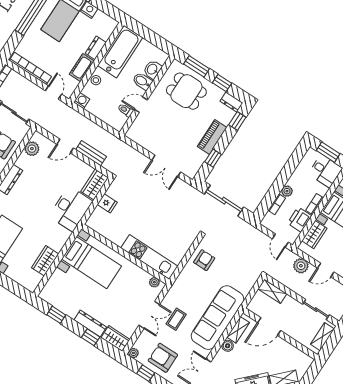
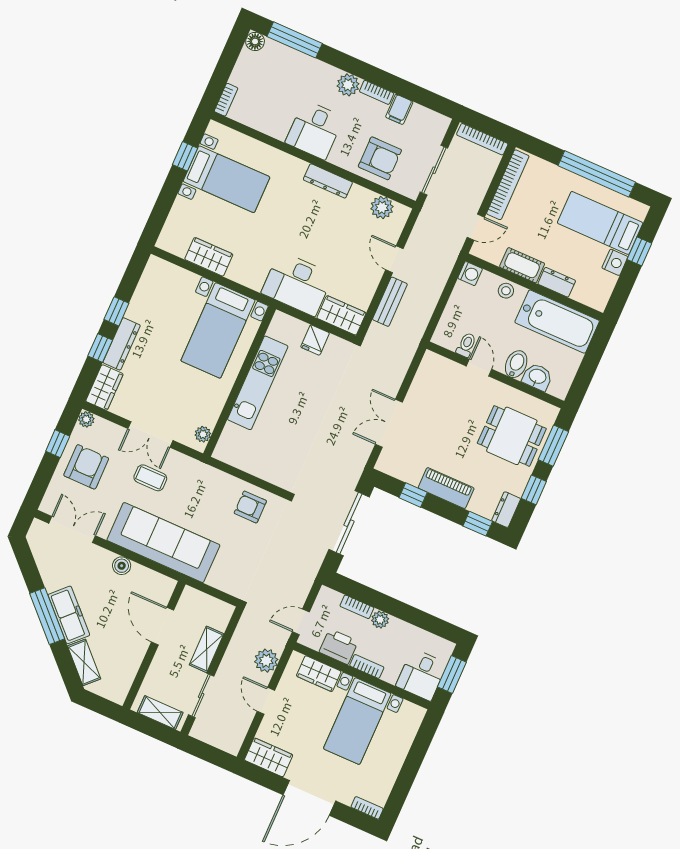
dining table: (186, 91) -> (512, 436), turned 90
kitchen unit: (149, 257) -> (258, 383), moved
armchair: (204, 260) -> (250, 507), turned 180
shelving: (272, 291) -> (207, 649), moved
window: (56, 315) -> (116, 311), moved
shelving: (238, 330) -> (149, 578), removed

